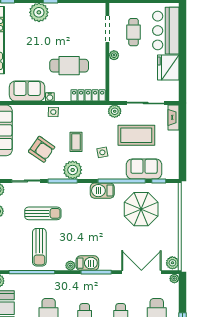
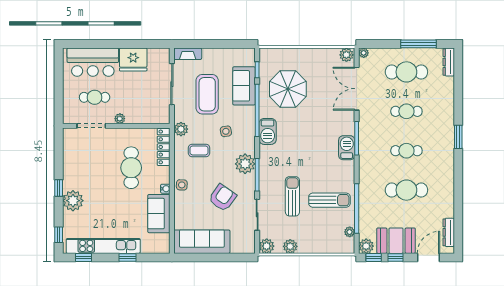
plant: (115, 111) -> (181, 129), moved
coffee table: (76, 142) -> (199, 150), moved
plant: (70, 266) -> (350, 232), moved

